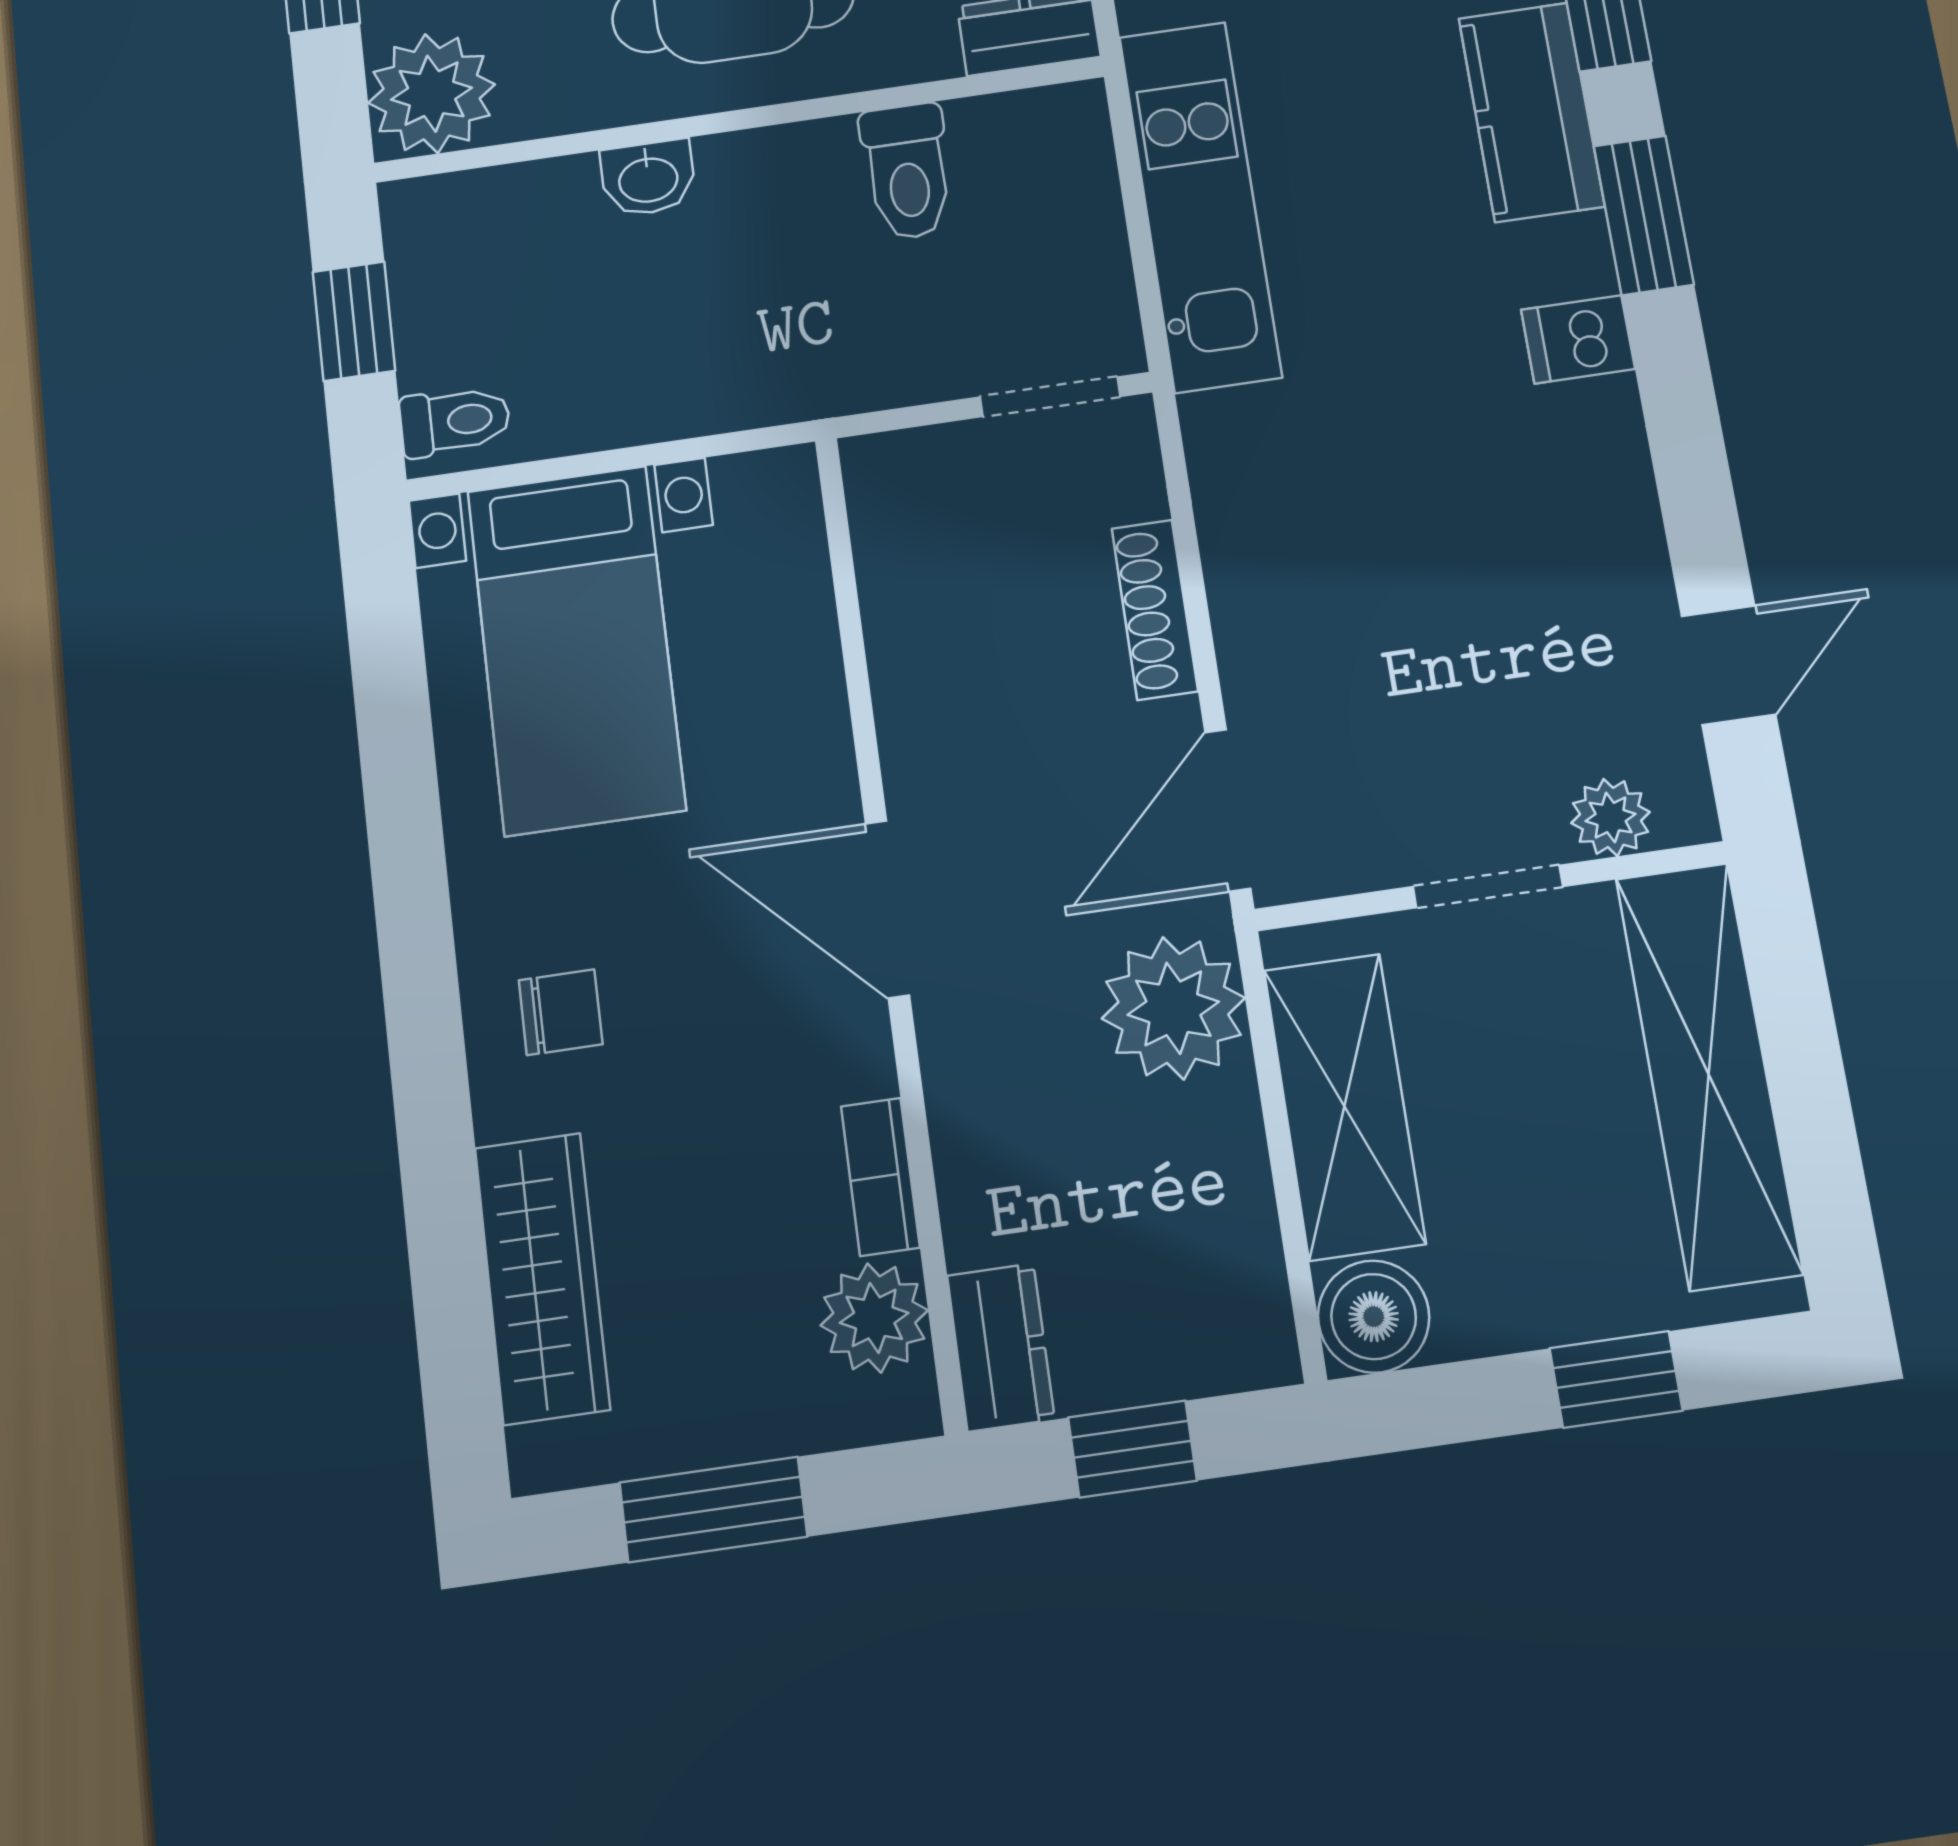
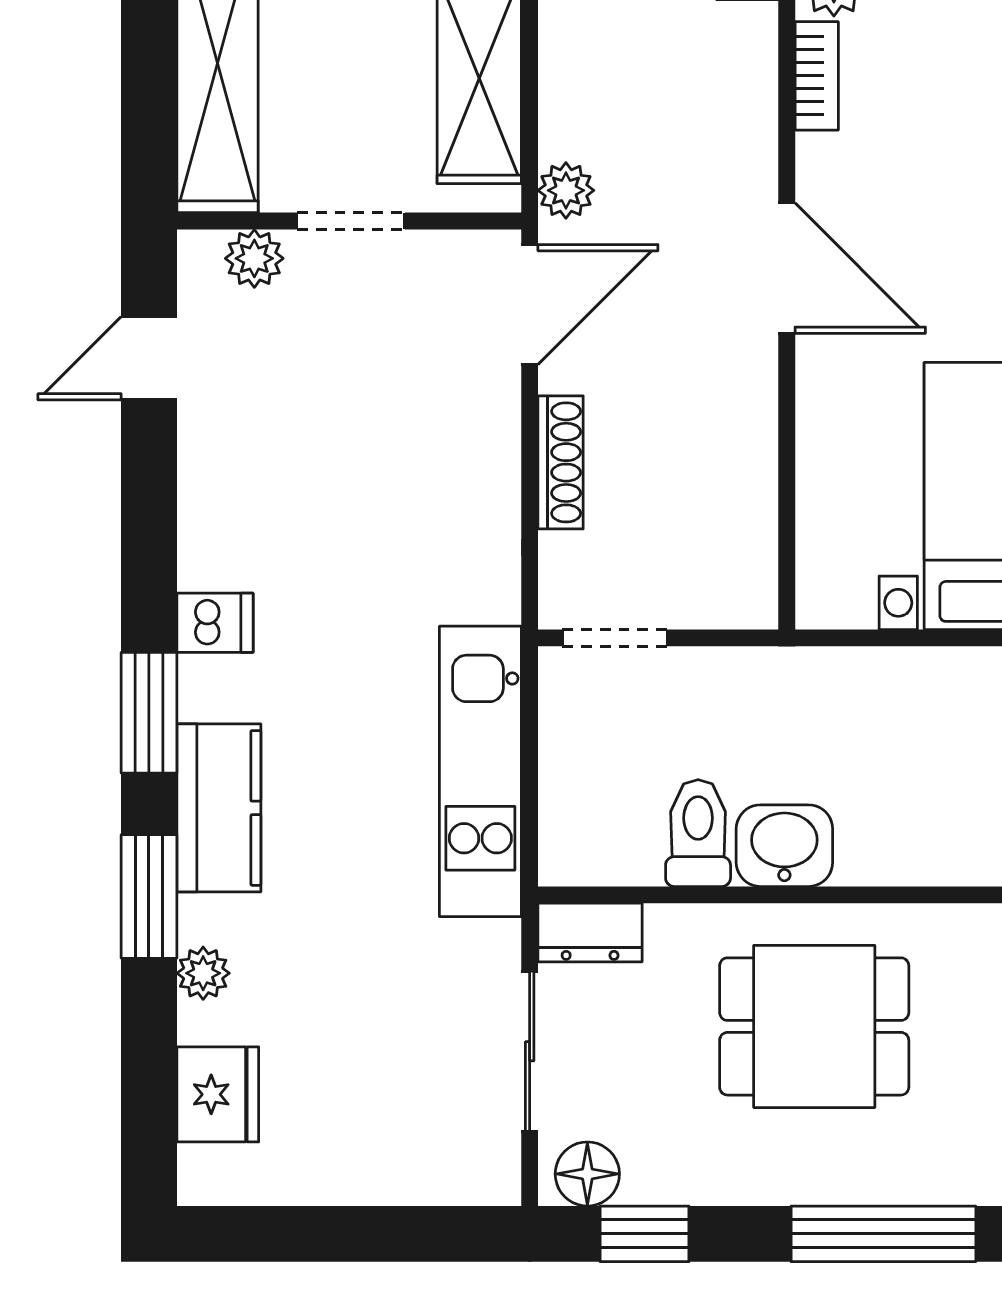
washbasin: (648, 178) -> (784, 846), moved, width x1.38, depth x1.45
plant: (1173, 1008) -> (566, 190), width x0.53, depth x0.53

